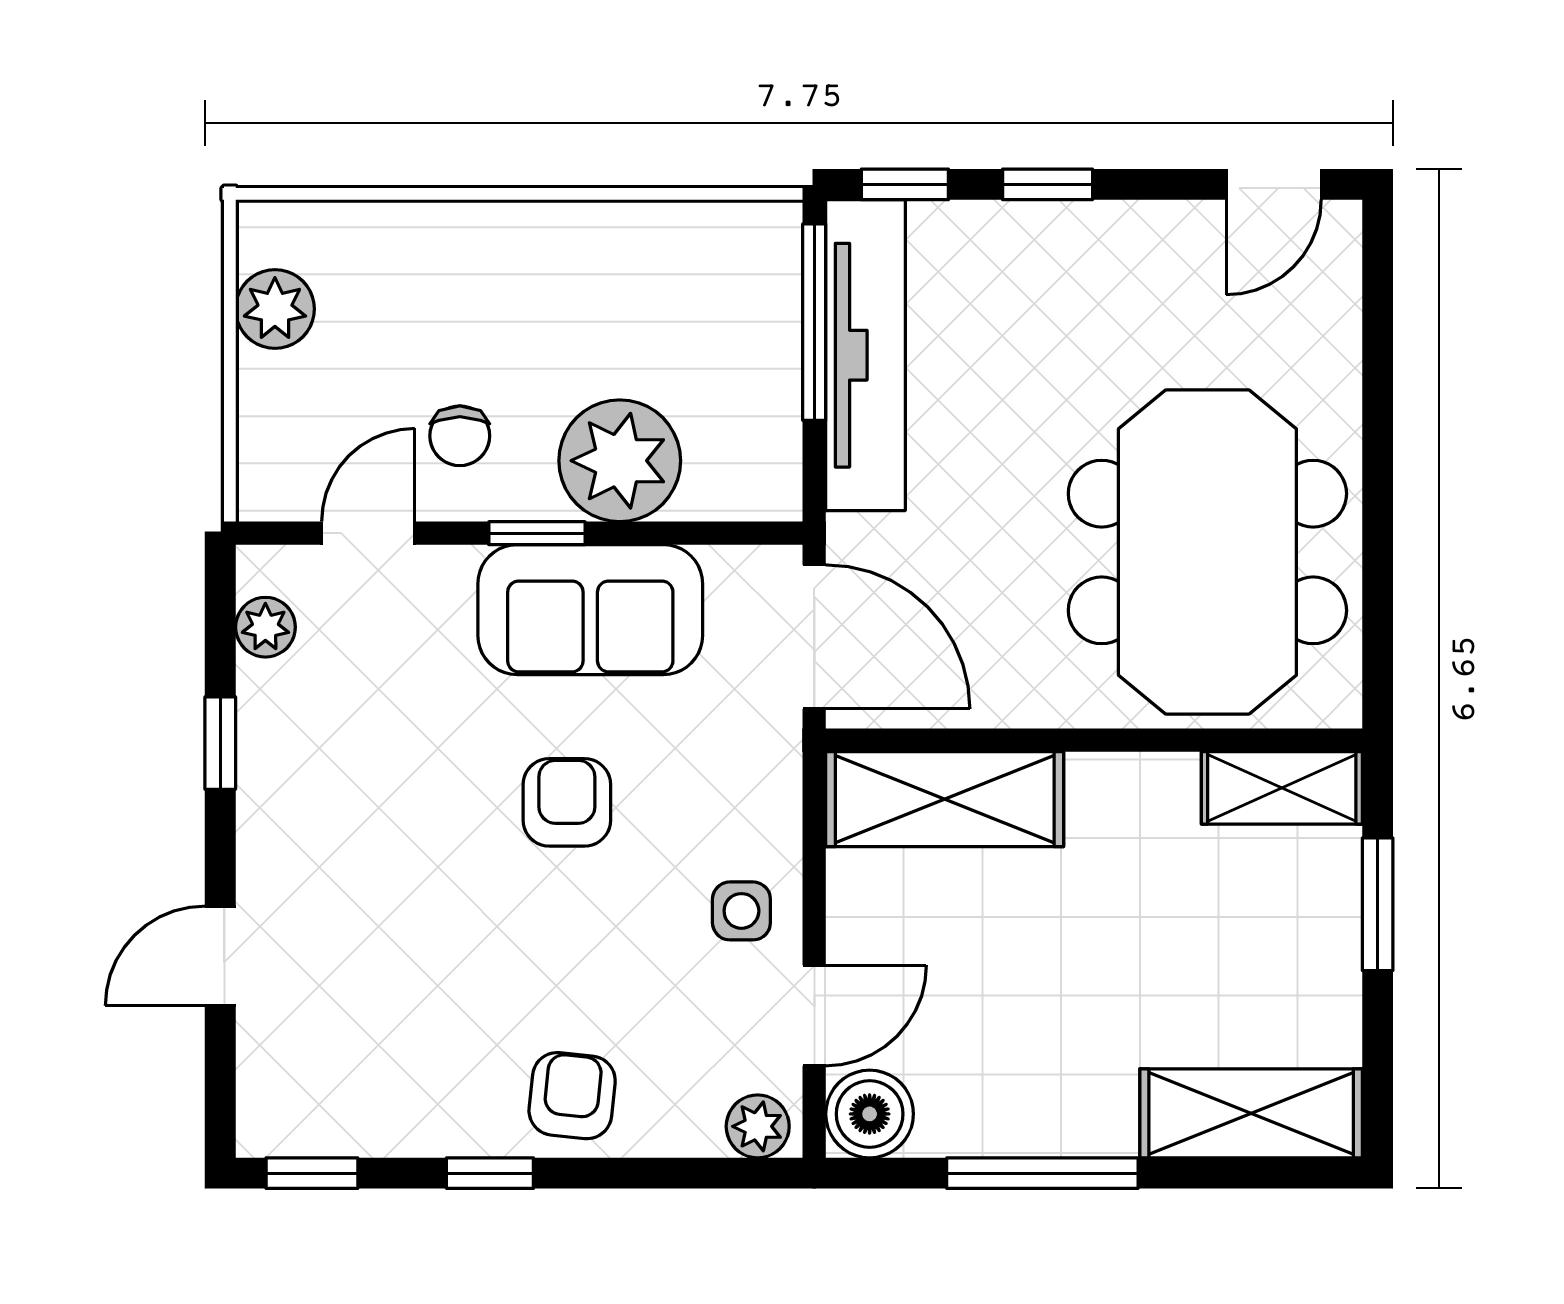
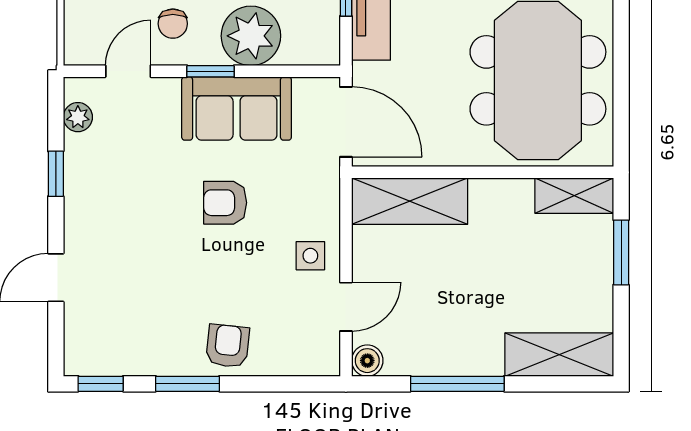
armchair: (567, 802) -> (225, 203), turned -90
boiler: (870, 1114) -> (367, 361), width x0.73, depth x0.73
plant: (758, 1126) -> (318, 361), removed
window: (490, 1173) -> (188, 384), width x1.50

